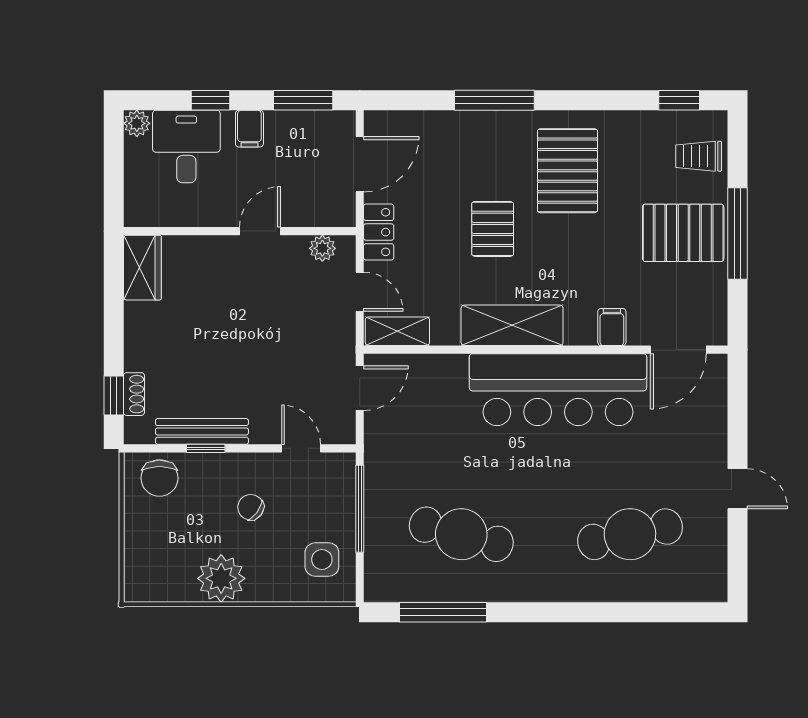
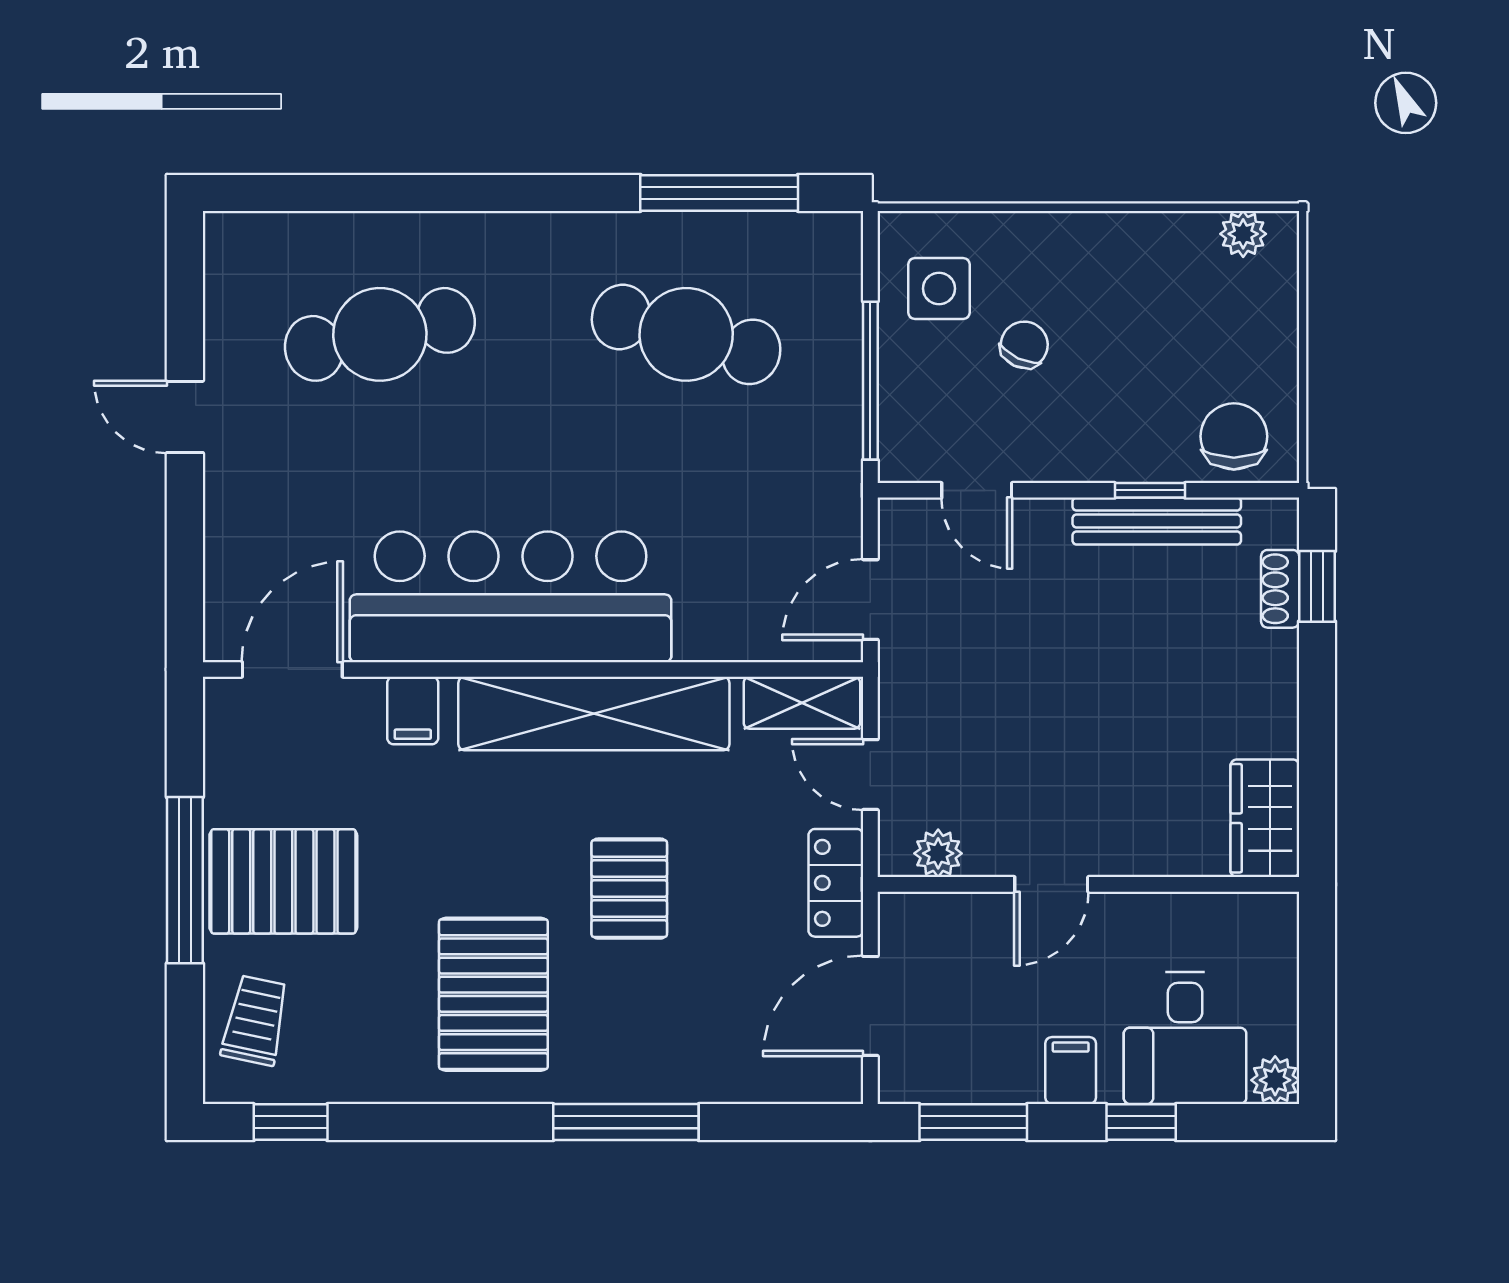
trolley: (699, 156) -> (255, 1020), turned -78
shelving: (512, 325) -> (594, 714), width x1.47
chair: (251, 507) -> (1024, 345), moved, turned -101
plant: (221, 578) -> (1243, 234), moved, width x0.53, depth x0.53

